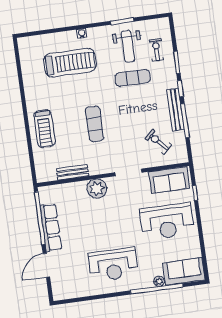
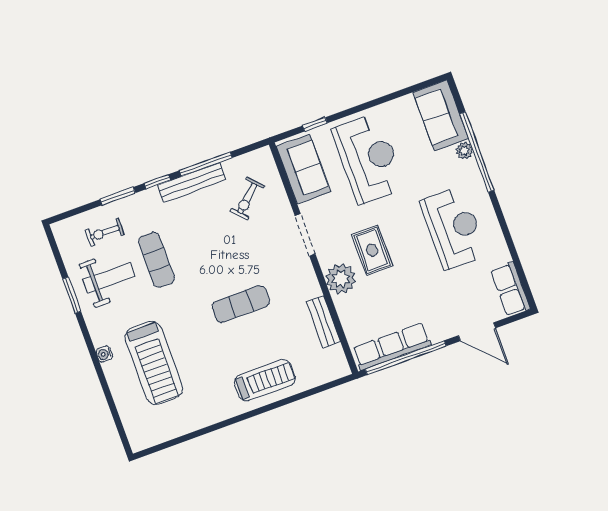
treadmill: (70, 63) -> (154, 363), turned 180
rug: (110, 211) -> (372, 250), added
row of seats: (51, 228) -> (392, 346), moved
row of seats: (68, 291) -> (510, 289), added

